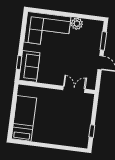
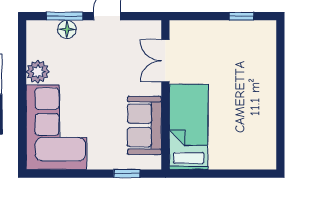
floor lamp: (97, 41) -> (67, 29), added
sofa: (29, 66) -> (144, 125), moved, turned -90
bed: (24, 118) -> (189, 127), moved, turned 90

